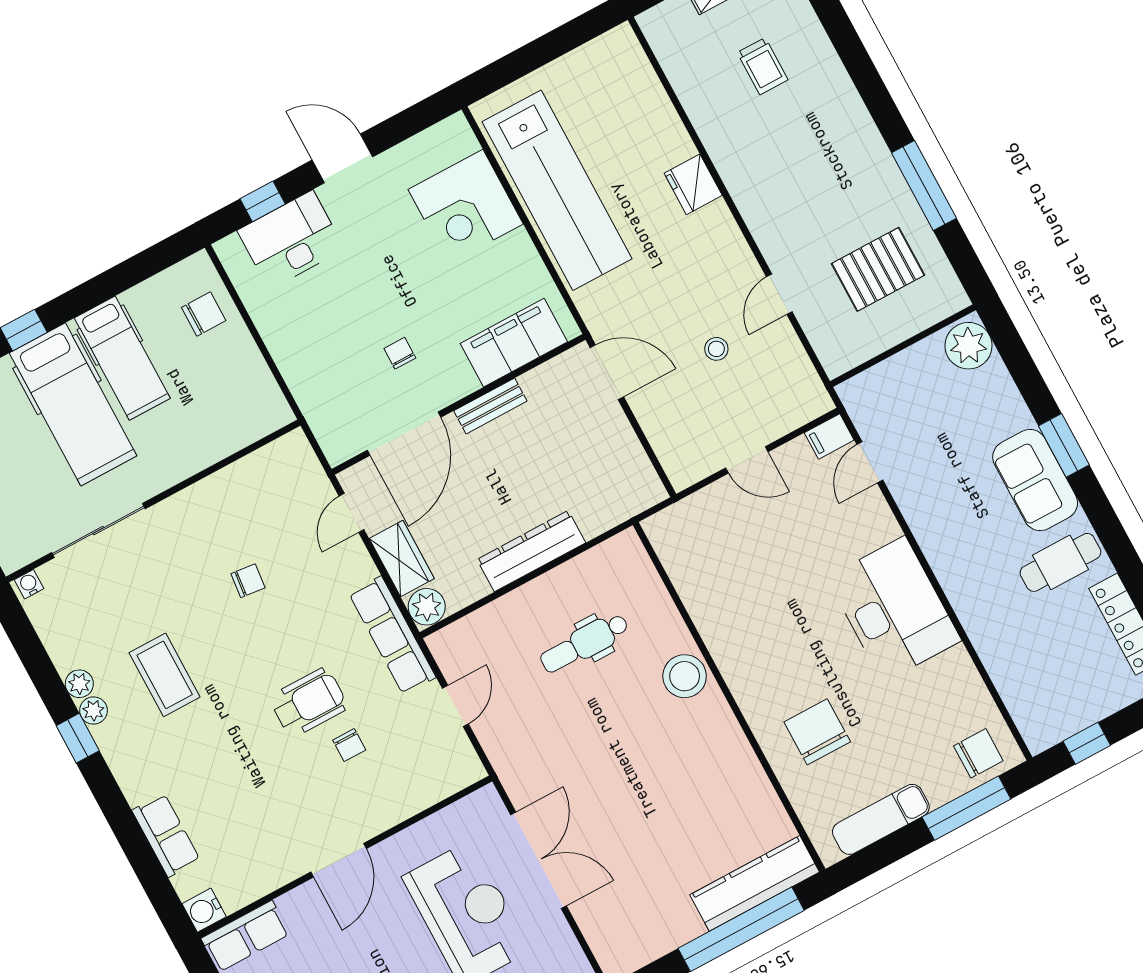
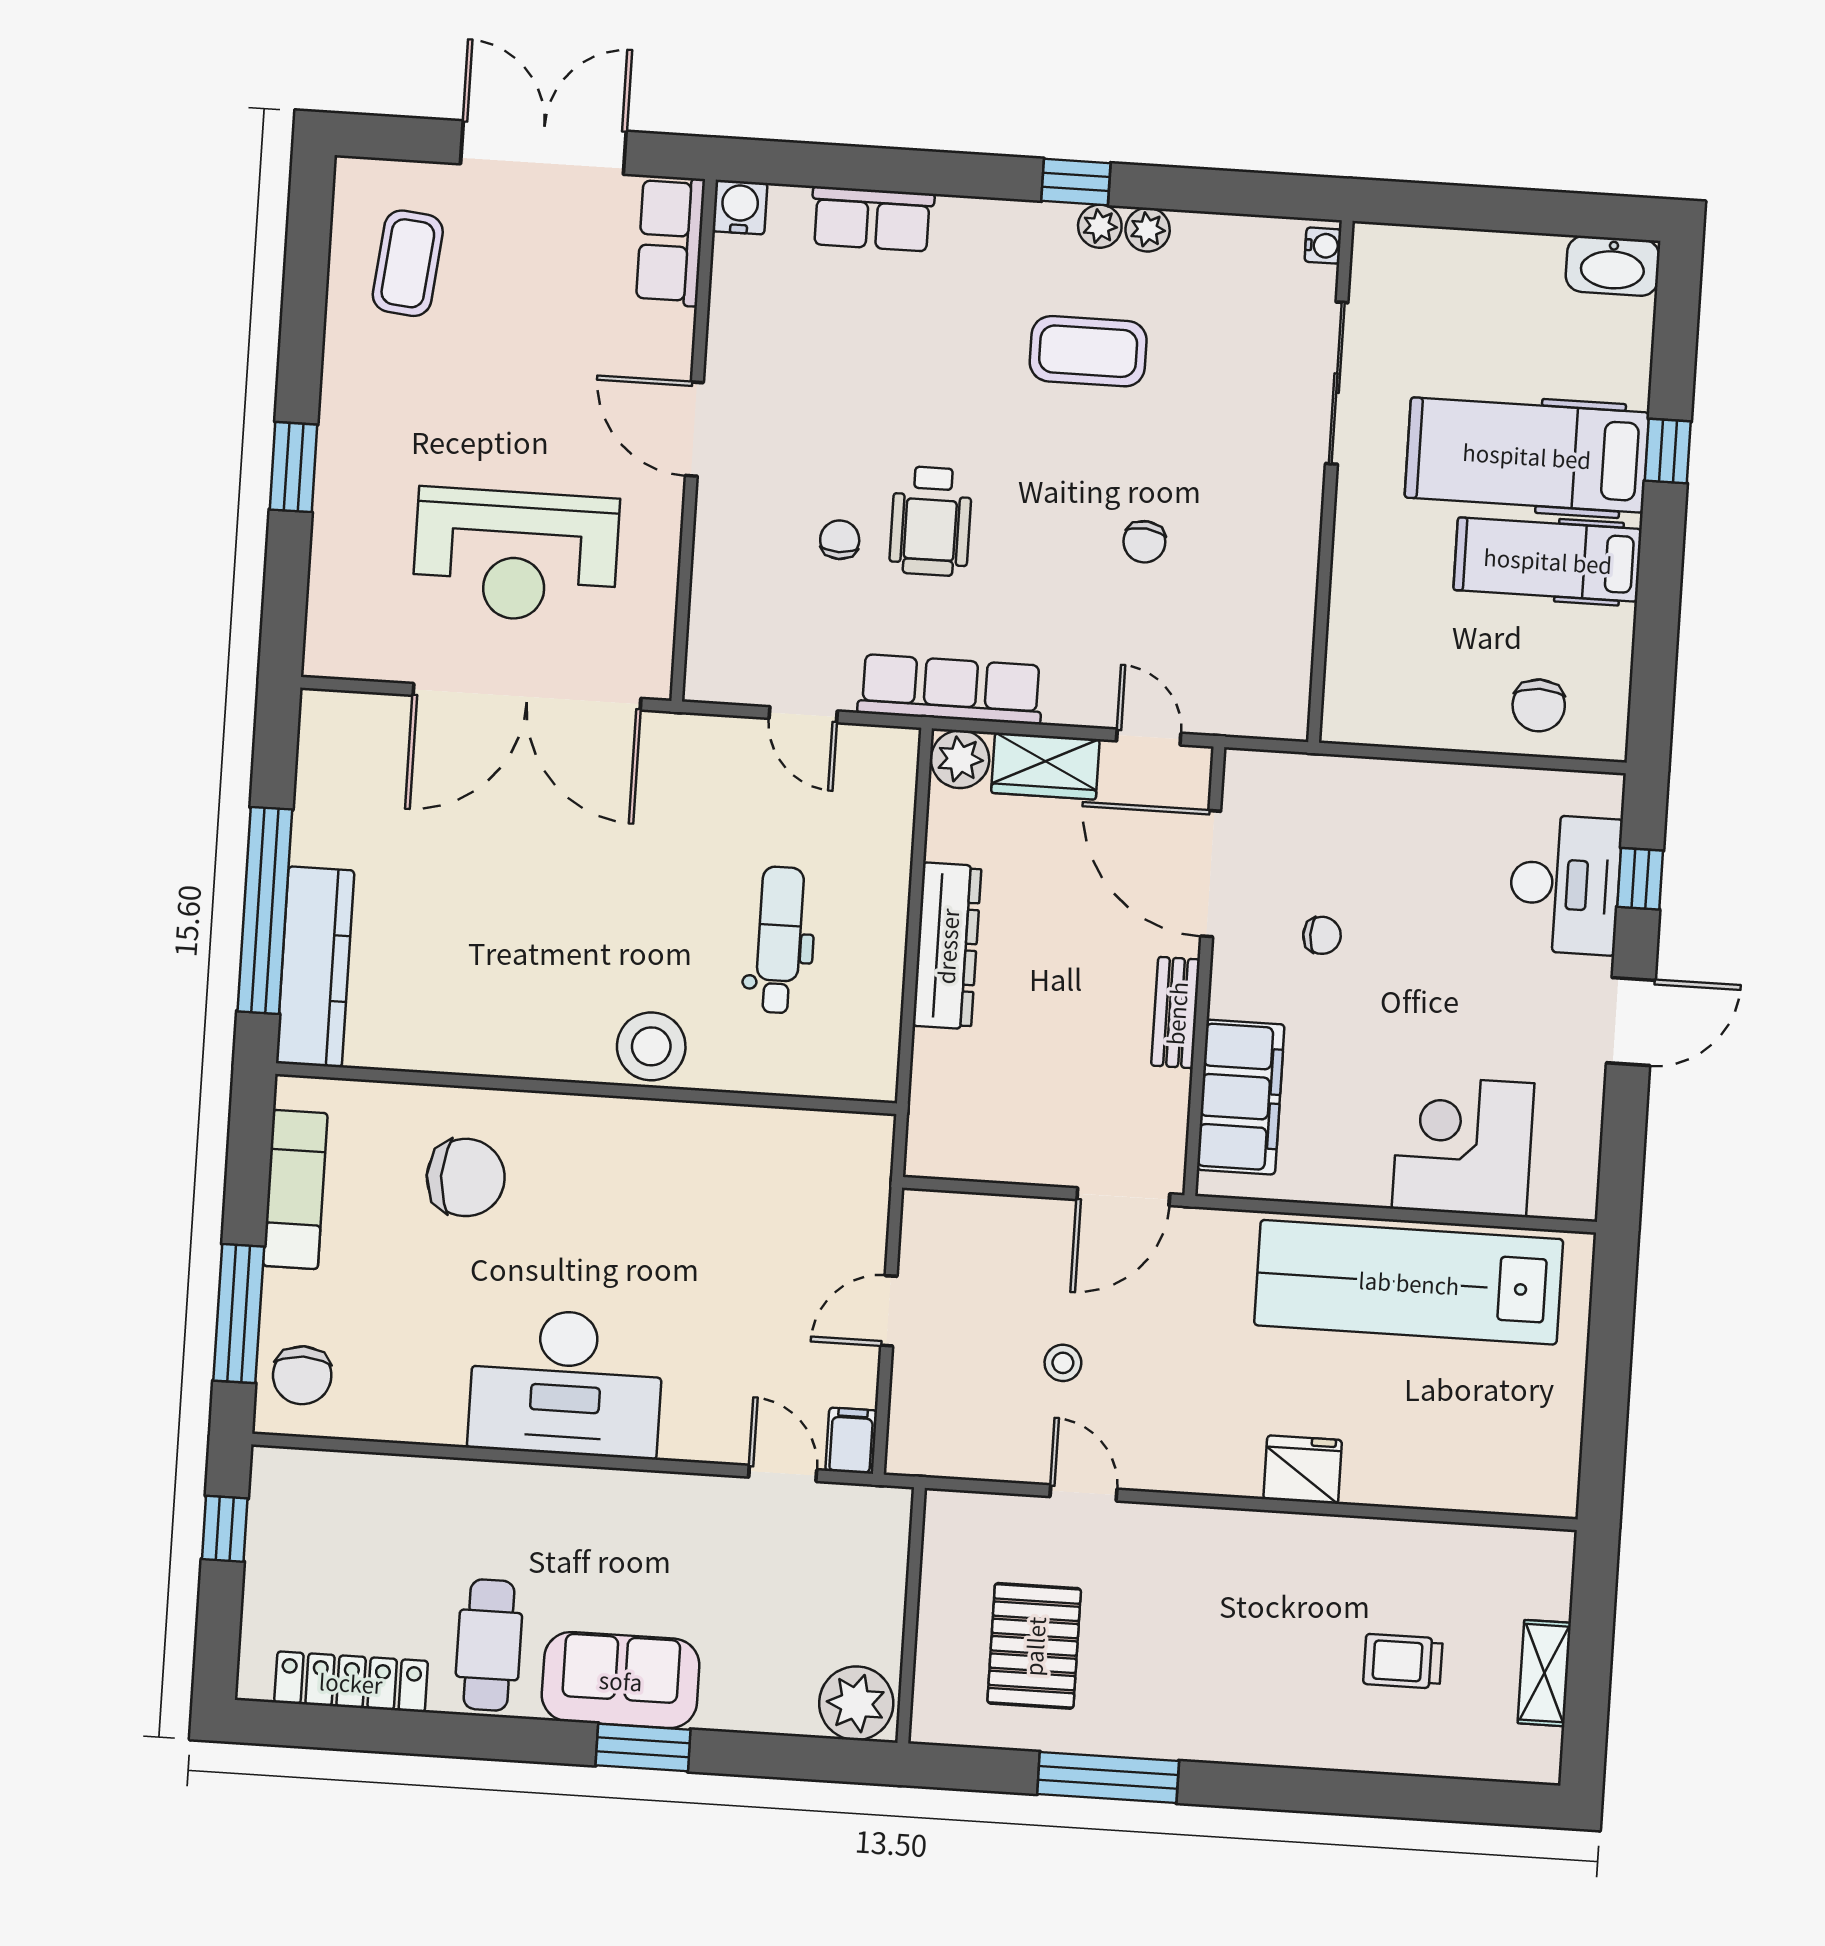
chair: (349, 745) -> (840, 540), turned 90
double door: (539, 860) -> (527, 697), width x1.36

